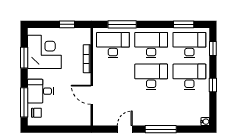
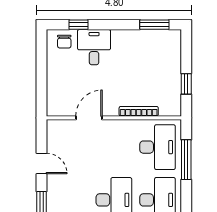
corner desk: (44, 52) -> (148, 52), removed
window: (24, 58) -> (154, 25), moved
window: (24, 102) -> (78, 25), width x0.46

